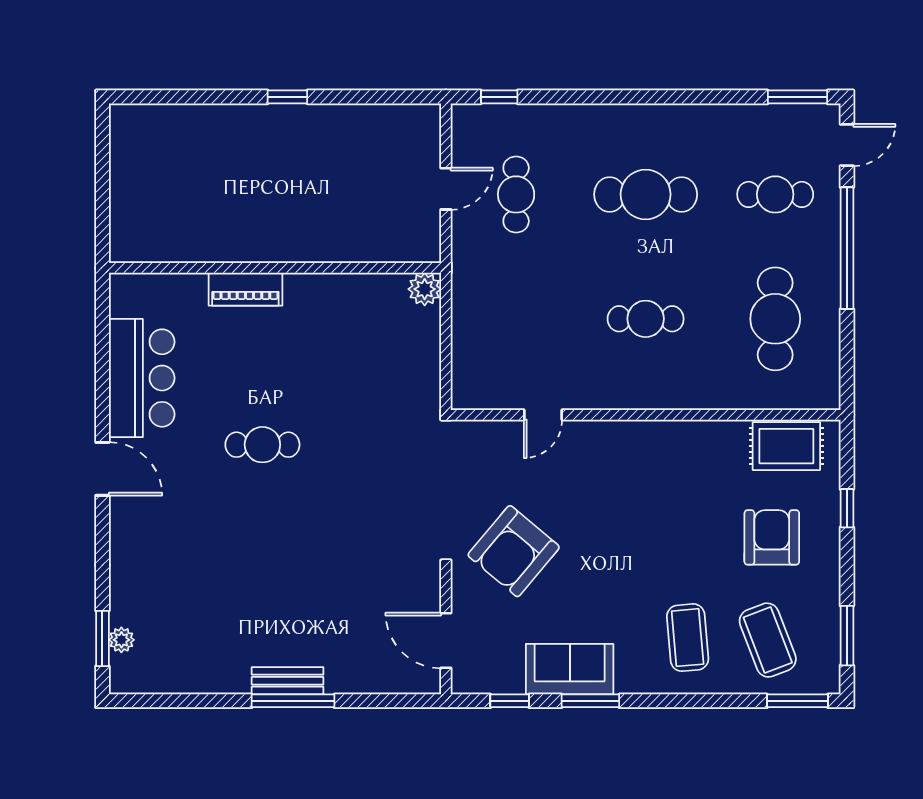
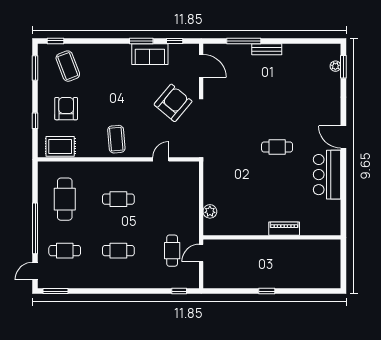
cafe table: (646, 194) -> (118, 251), width x0.73, depth x0.74
wall: (275, 268) -> (272, 237), moved
piano: (245, 289) -> (284, 229), moved
armchair: (772, 537) -> (66, 109), turned 180
coffee table: (688, 638) -> (116, 139), moved
window: (293, 701) -> (244, 41), moved
window: (797, 701) -> (56, 41), width x0.67

